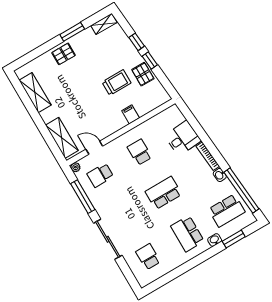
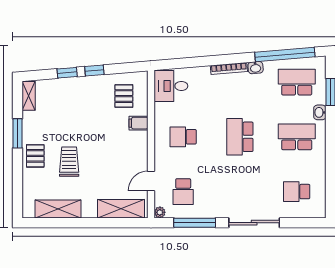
pallet: (143, 74) -> (124, 96), moved, turned 90
trolley: (116, 83) -> (69, 162), moved
desk: (183, 138) -> (171, 86), moved, turned -85
school desk: (227, 211) -> (297, 82), turned -90
school desk: (187, 234) -> (297, 137), turned 180

